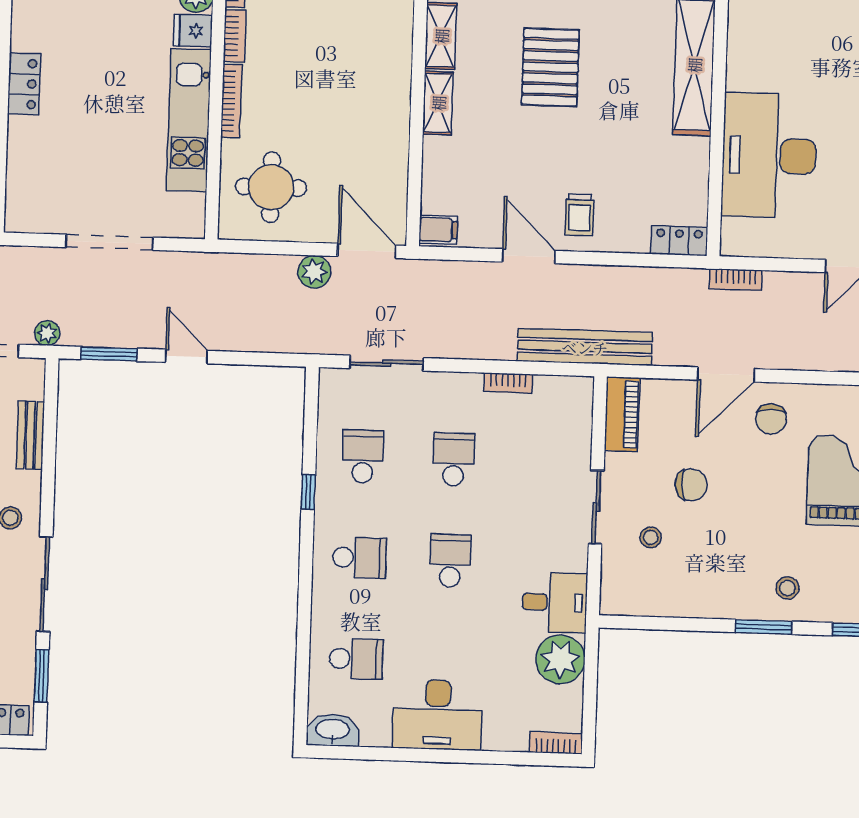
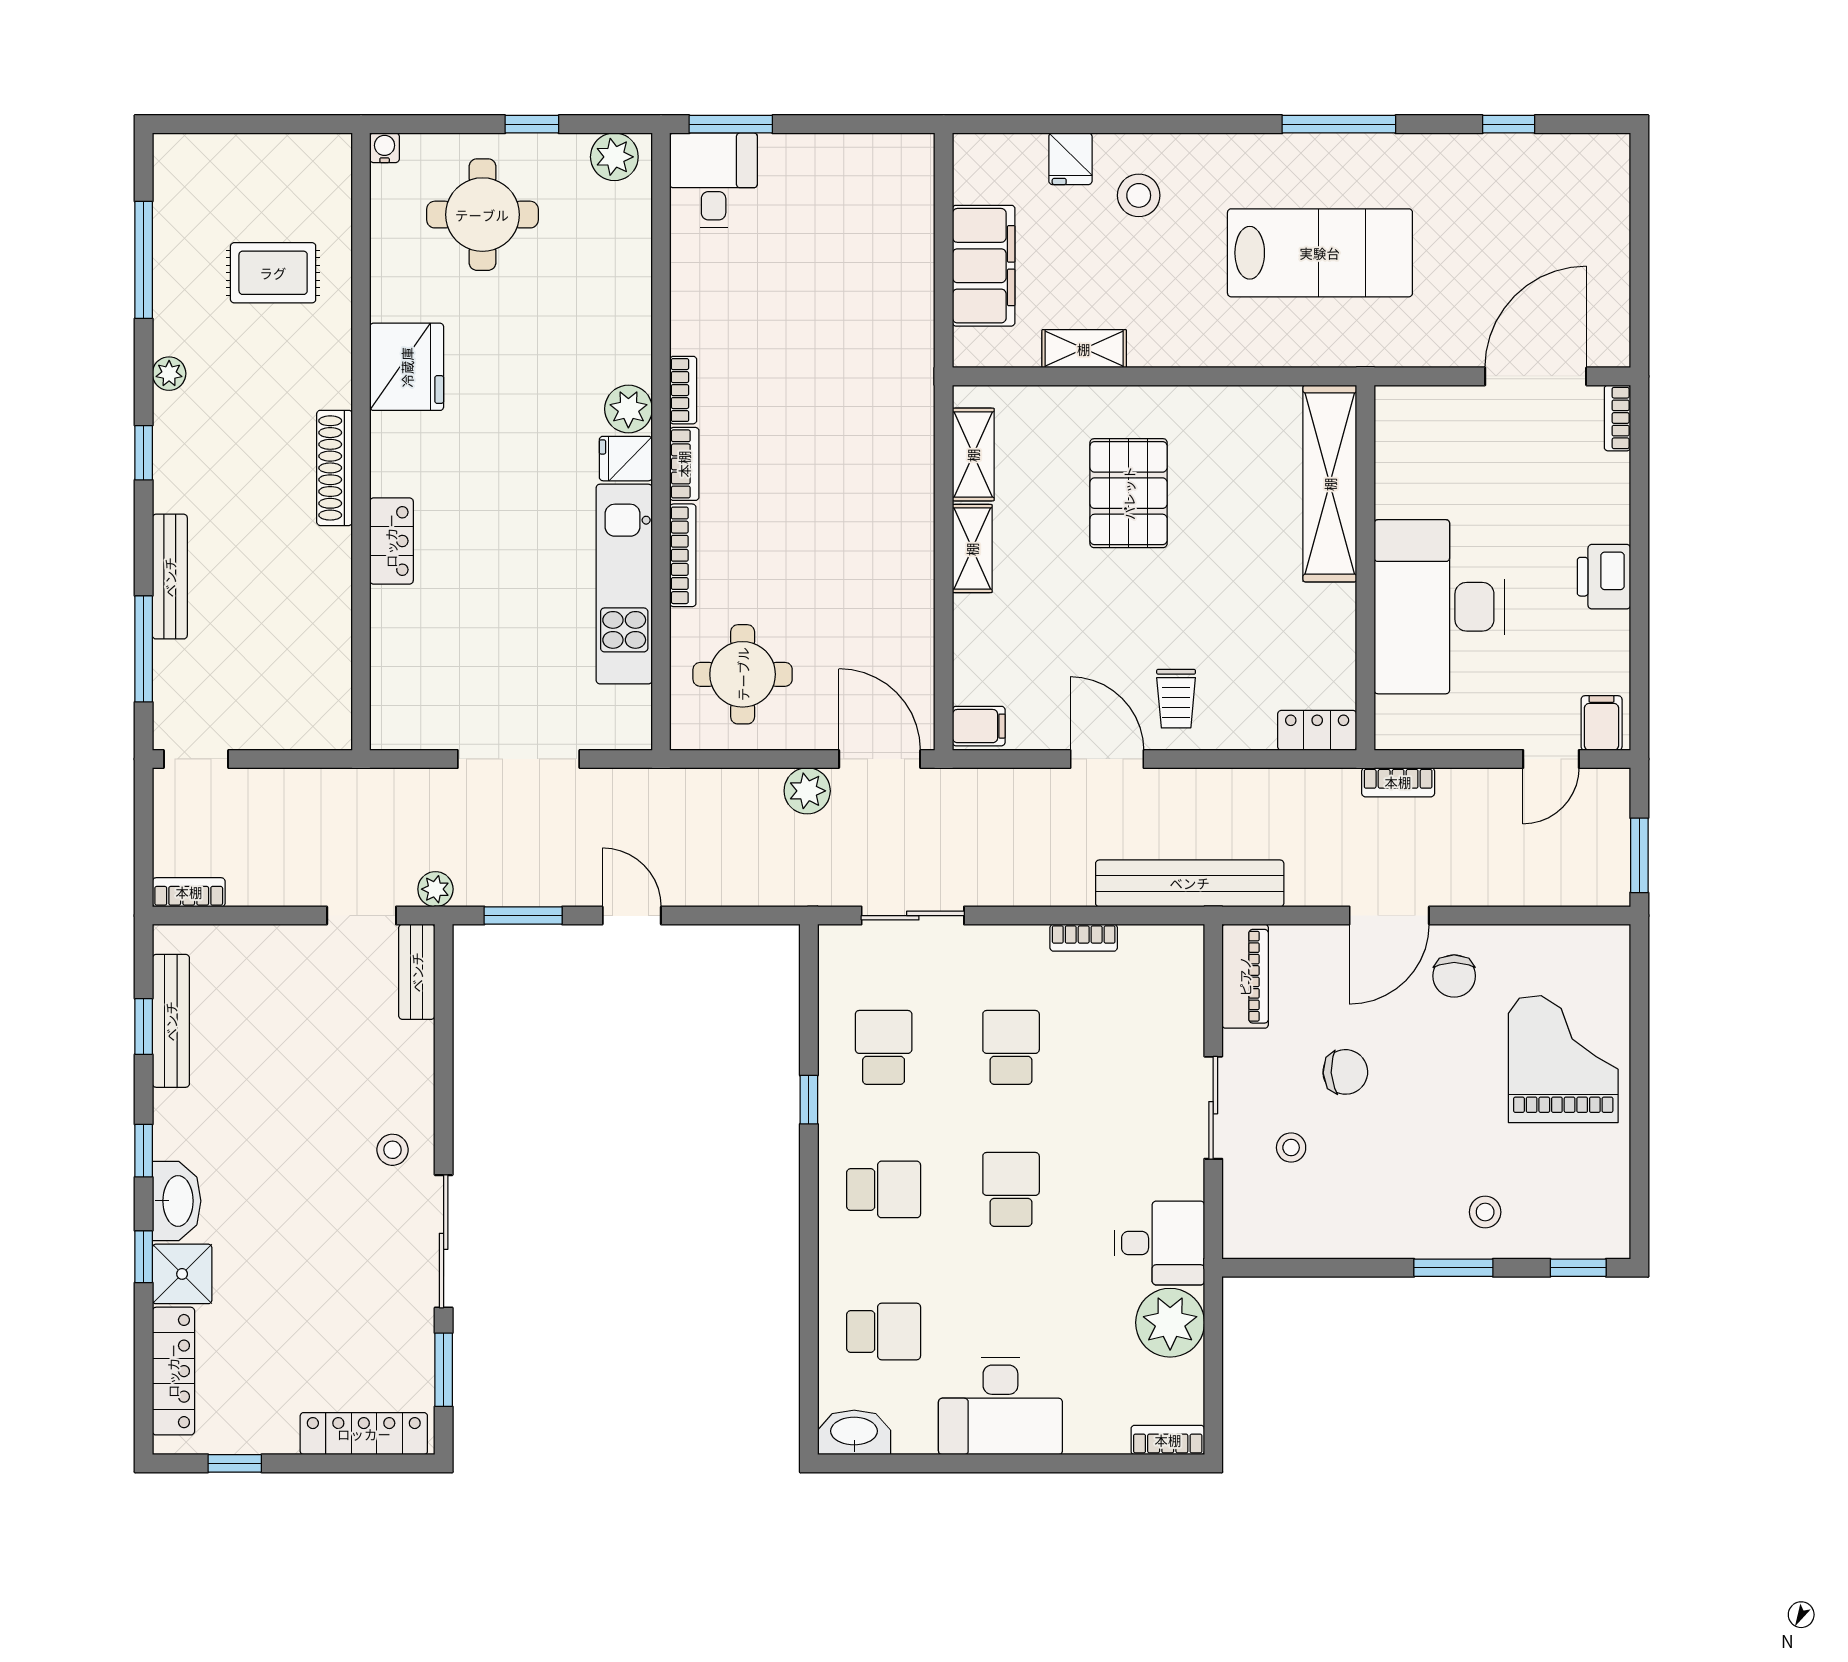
bench: (30, 435) -> (417, 972), moved

